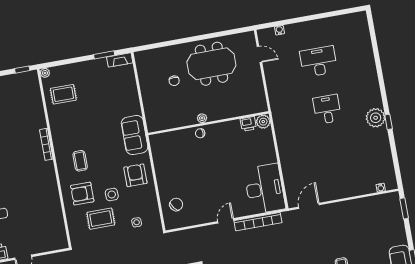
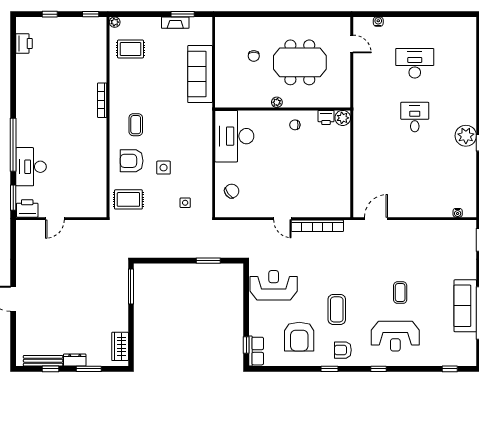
fireplace: (120, 60) -> (175, 23), moved
meeting table: (211, 64) -> (300, 62), moved
chair: (200, 133) -> (295, 125), moved
sofa: (135, 135) -> (200, 74), moved, width x1.36
armchair: (135, 175) -> (193, 151), removed
desk: (265, 189) -> (234, 136), moved, turned 180
rug: (101, 219) -> (128, 199), moved
door: (226, 221) -> (282, 219), swing flipped

